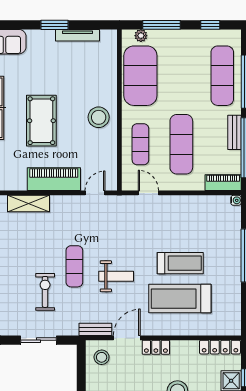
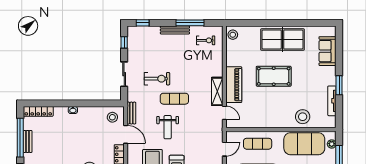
stool: (99, 117) -> (303, 117), moved
shelving: (29, 204) -> (217, 91), moved

